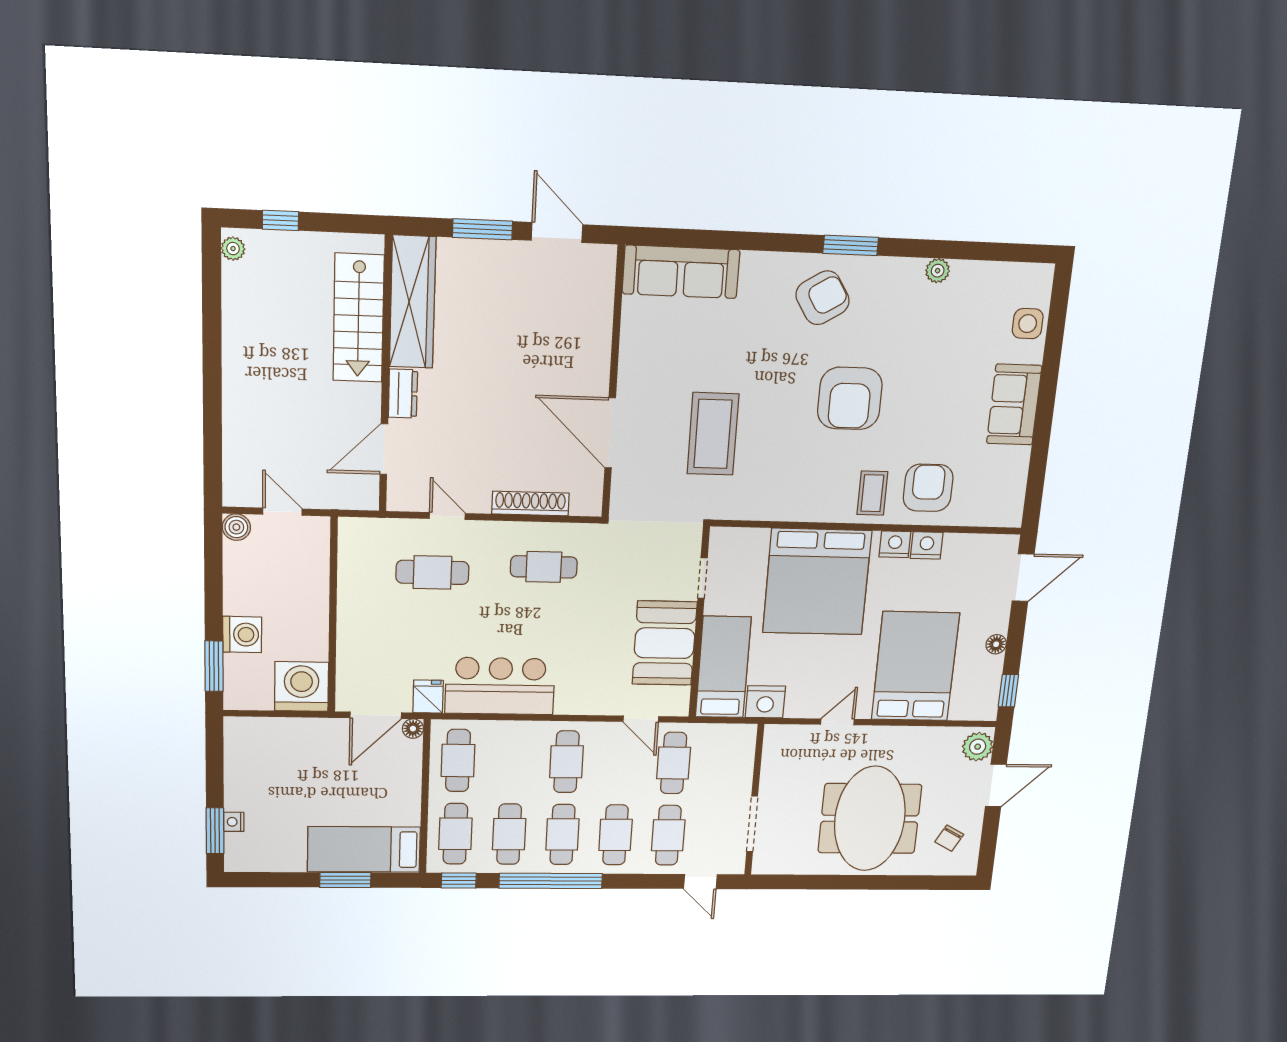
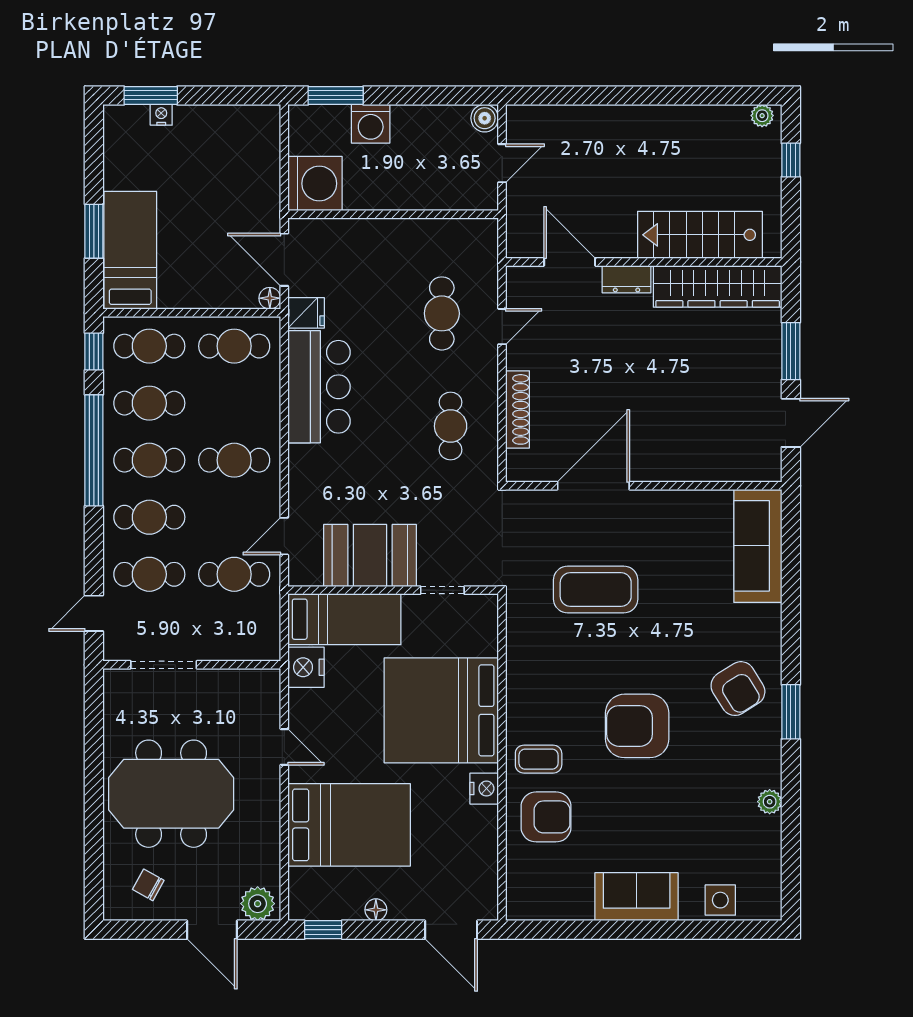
nightstand: (927, 545) -> (484, 822), removed

